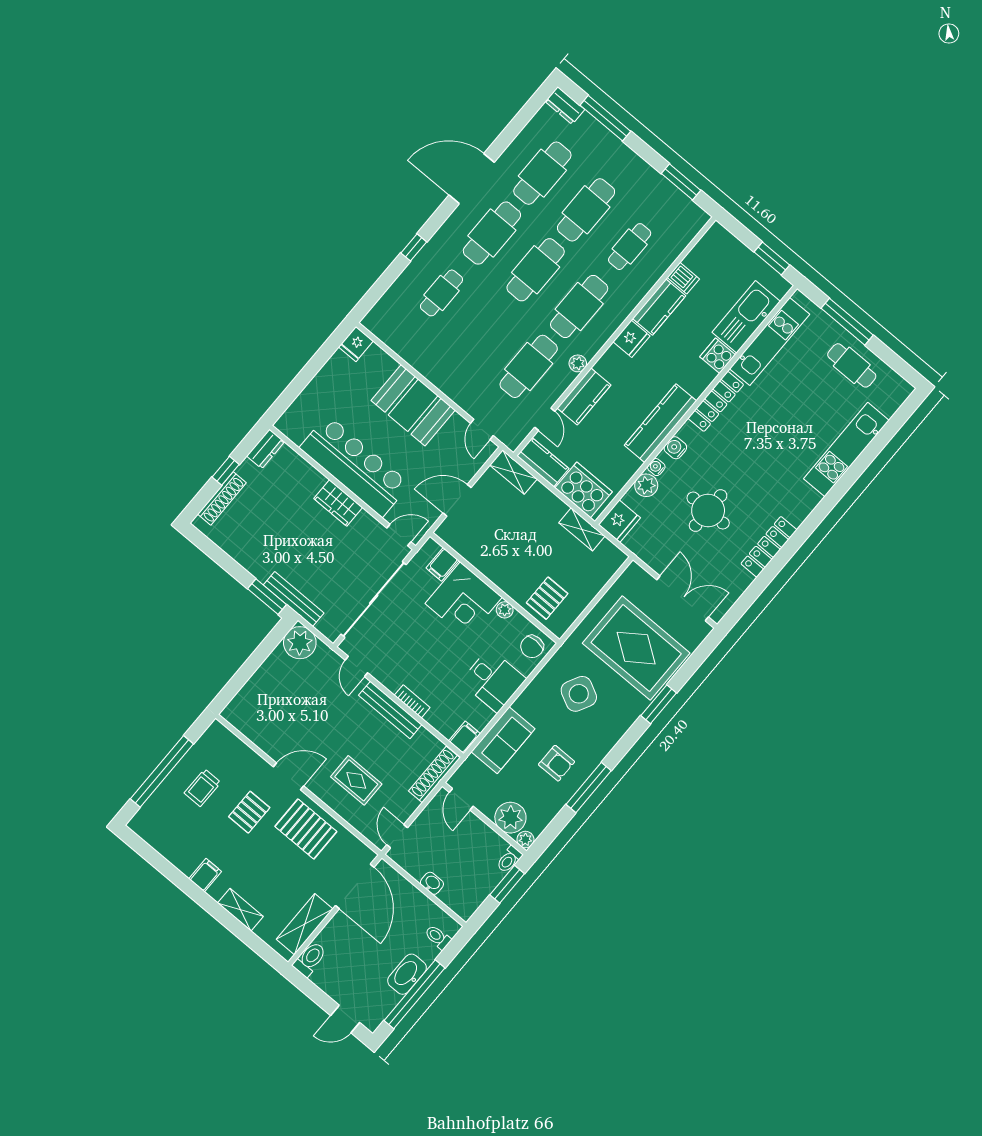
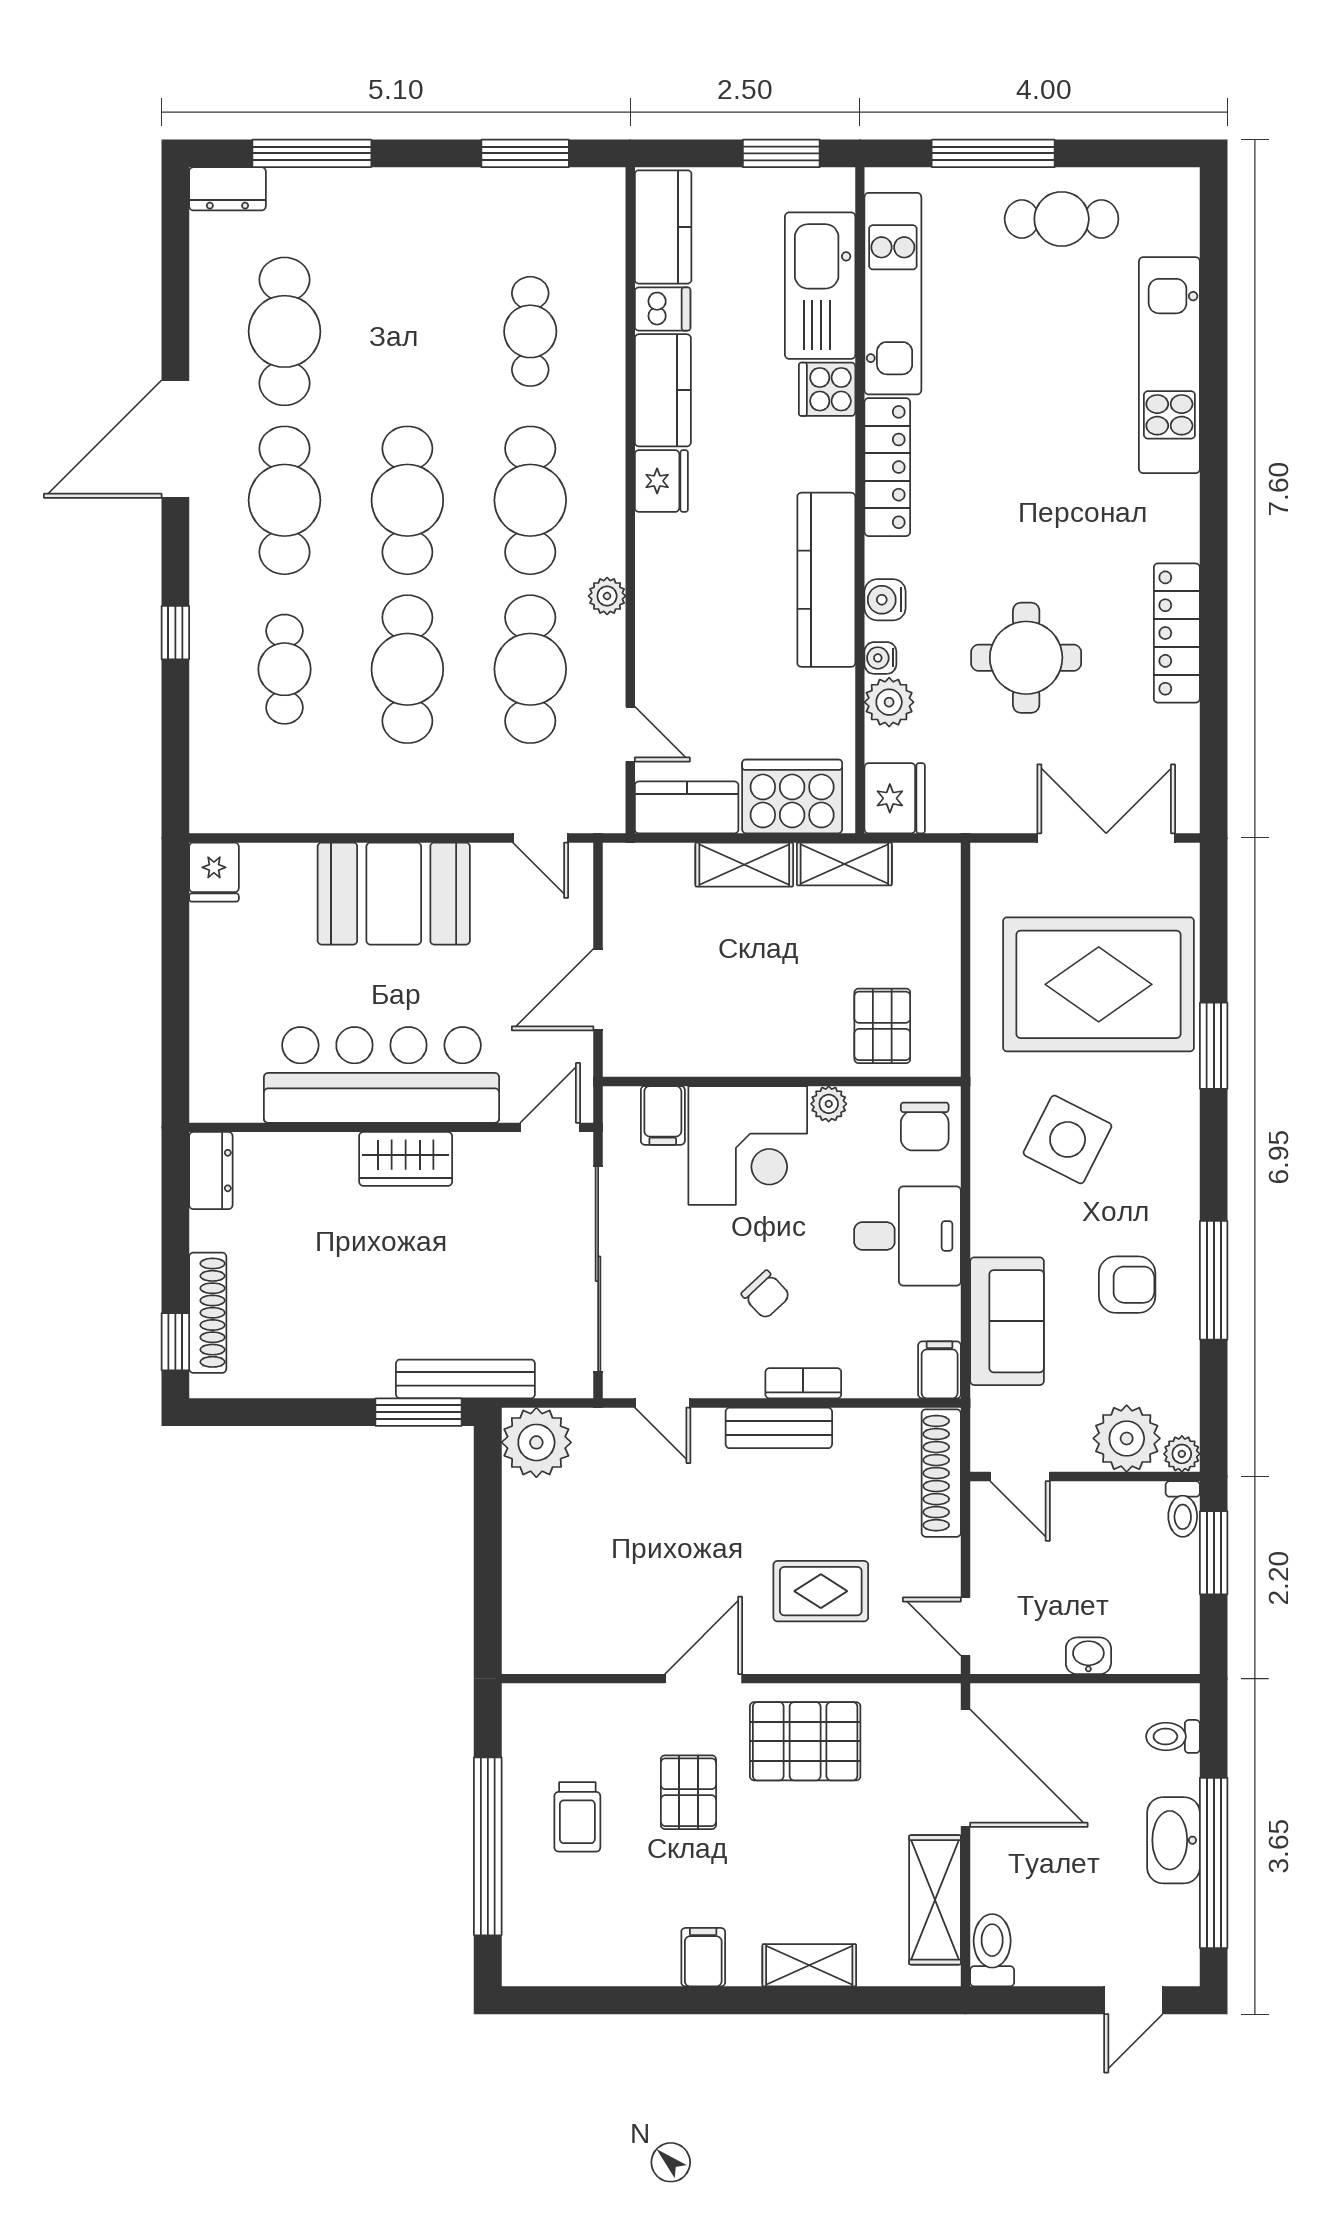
cafe table: (586, 210) -> (407, 669), moved
kitchen counter: (584, 396) -> (663, 227), moved
window: (226, 471) -> (175, 1342), moved
shelving: (513, 472) -> (744, 865), moved
chair: (425, 659) -> (766, 1295), added
bench: (390, 710) -> (779, 1428), width x0.73

